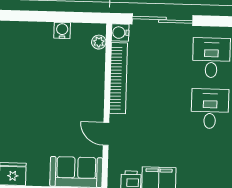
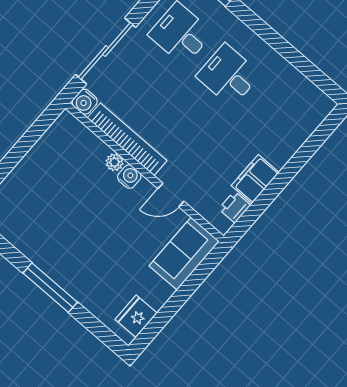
water cooler: (62, 30) -> (129, 177), moved, turned 90
plant: (99, 42) -> (115, 162), moved

